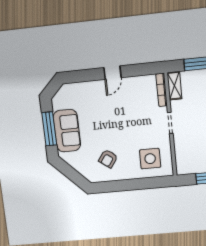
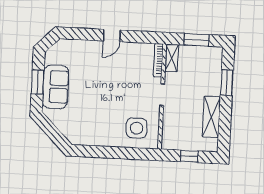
window: (49, 129) -> (38, 82), width x0.69
armchair: (108, 159) -> (93, 122), removed

